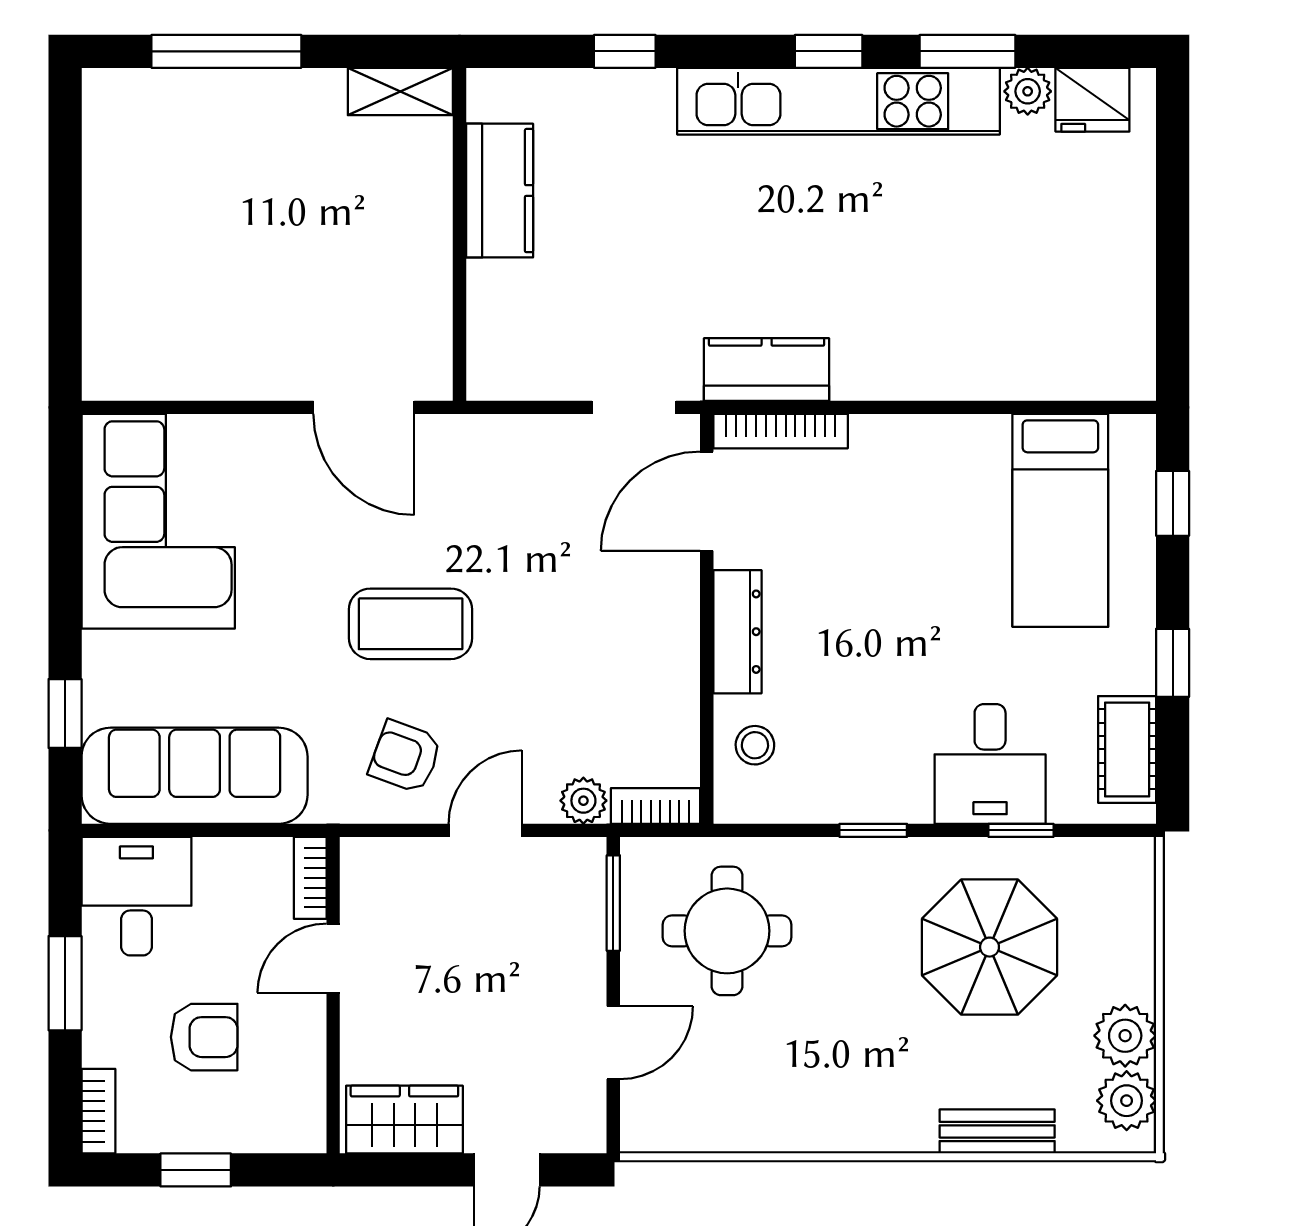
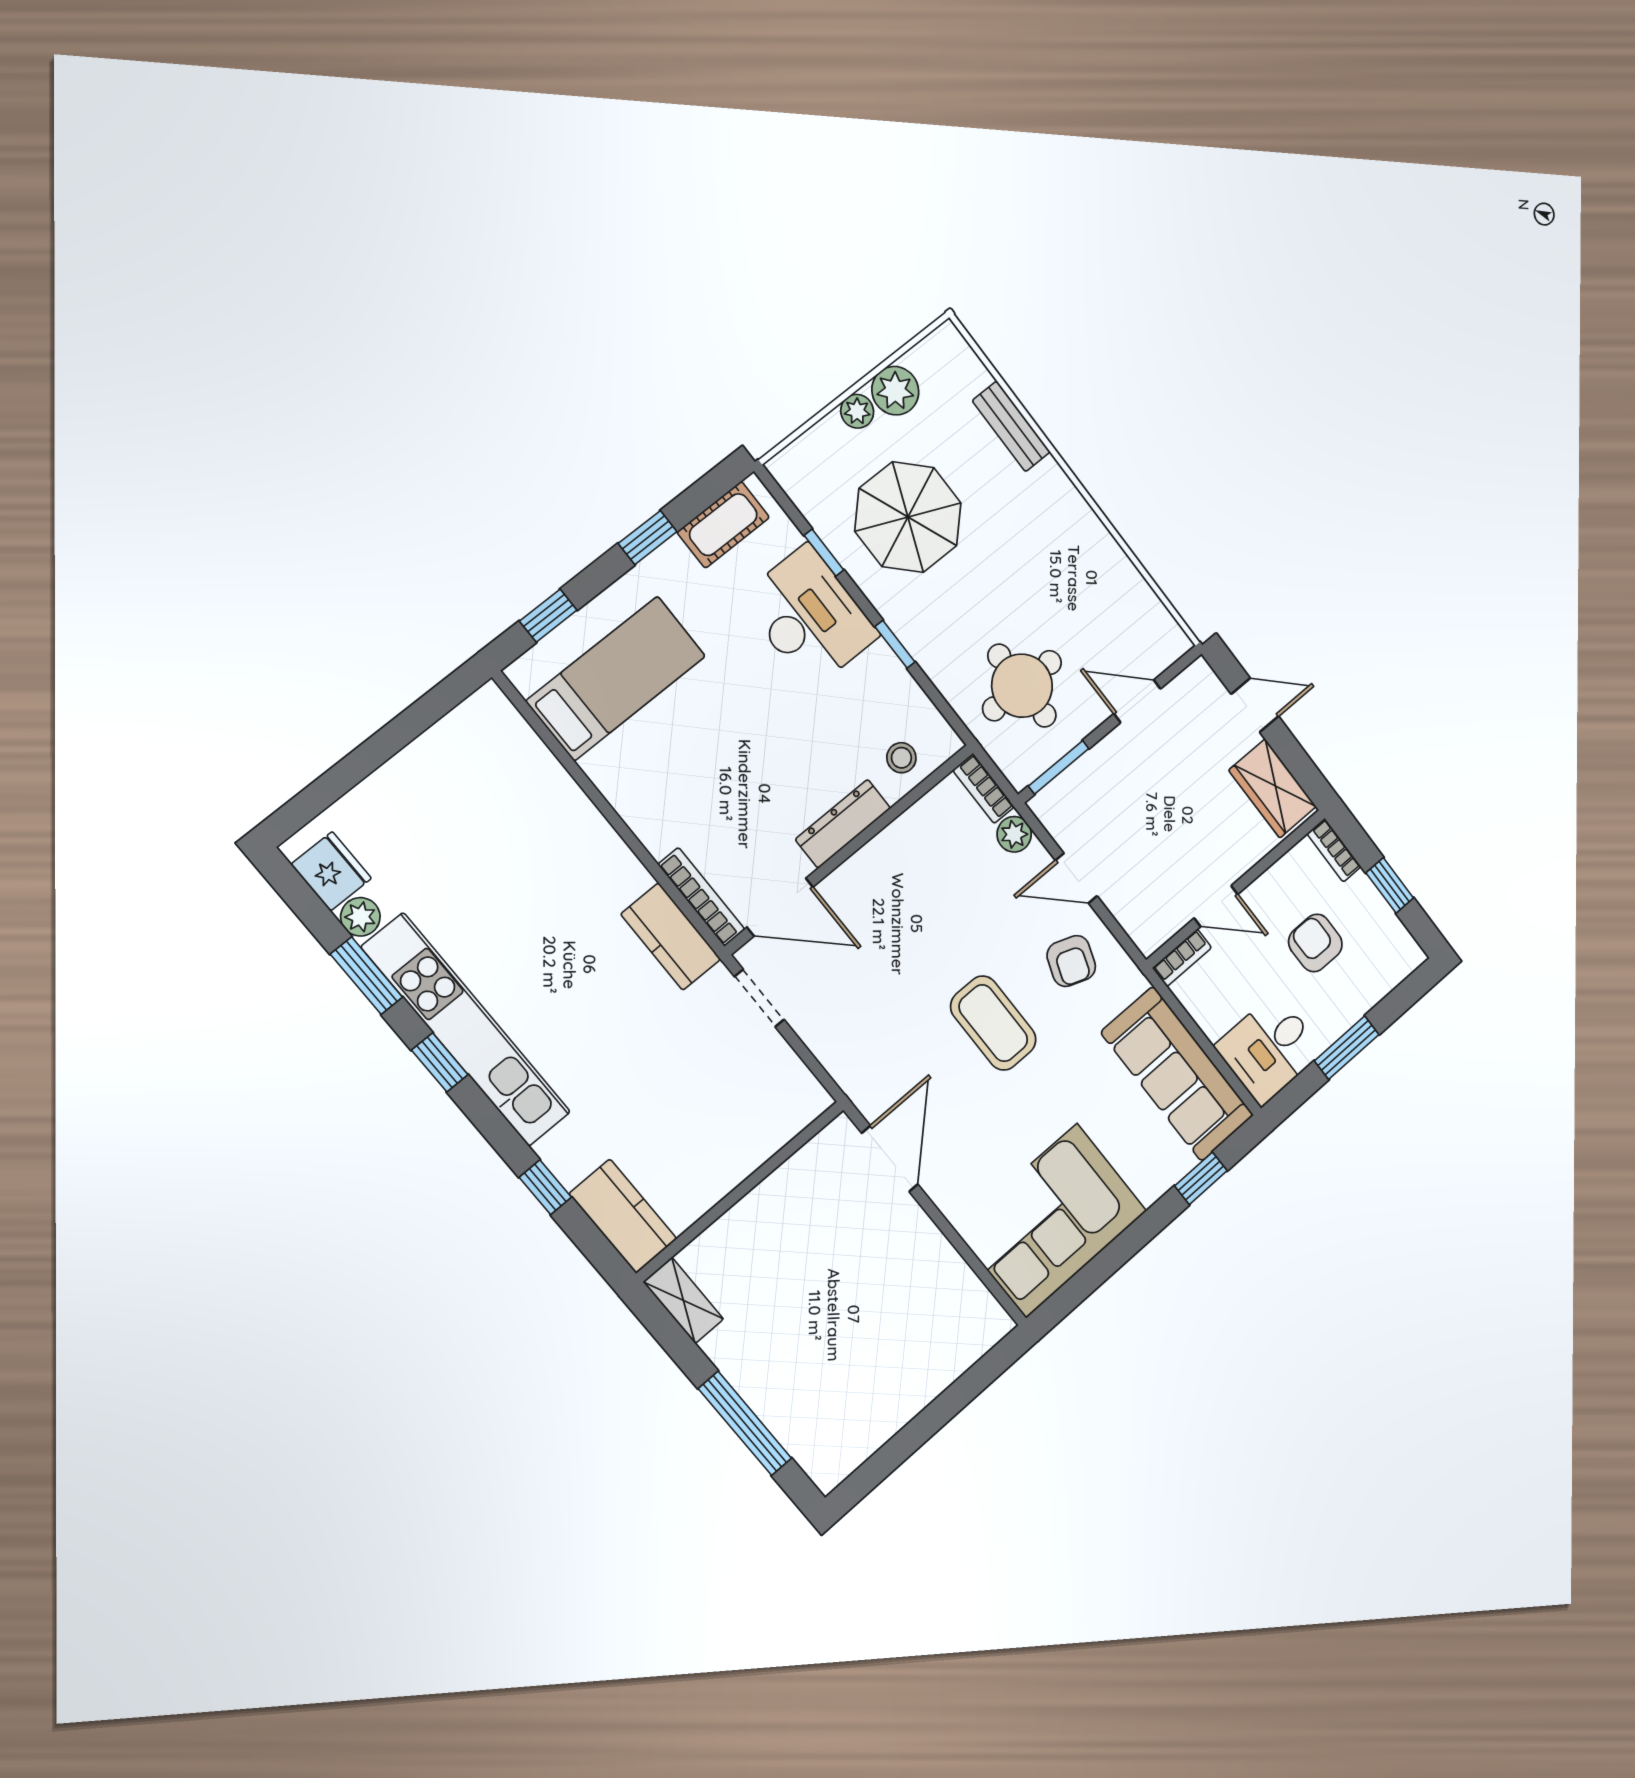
kitchen counter: (500, 191) -> (623, 1216), moved, turned 90
desk: (990, 764) -> (809, 617), width x1.37
plant: (1127, 1101) -> (857, 411), moved, width x0.73, depth x0.73
bookcase: (98, 1111) -> (1334, 850), moved, turned -90

